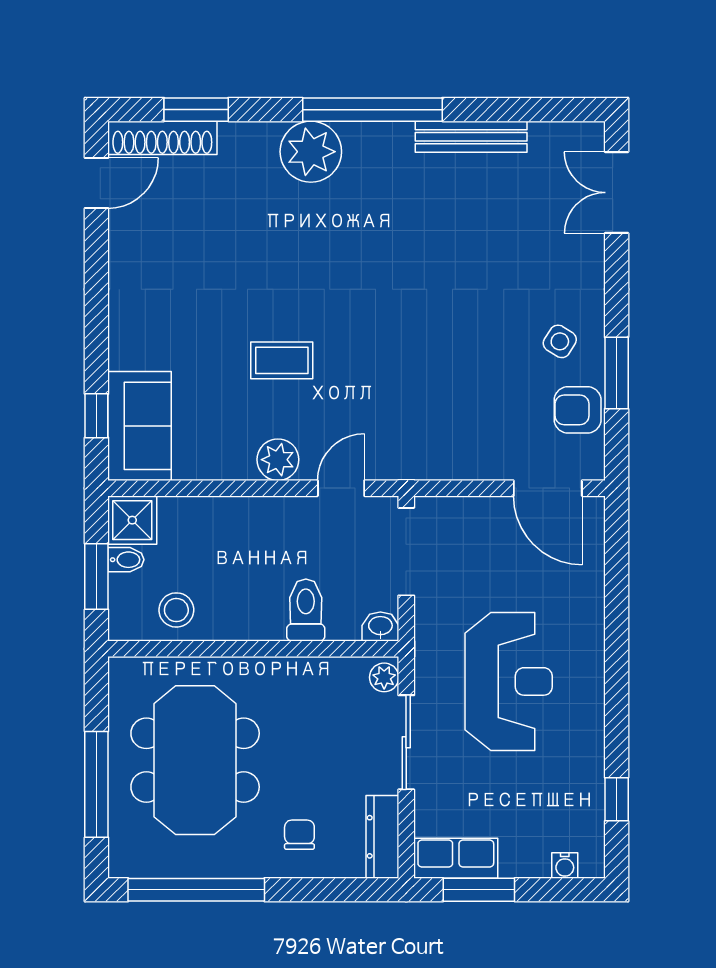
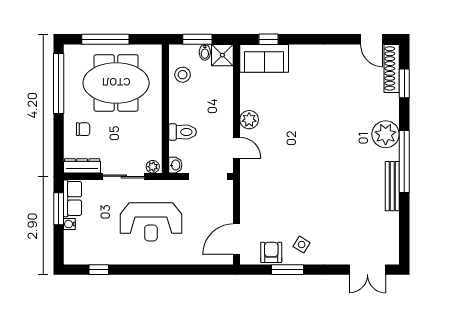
bench: (471, 137) -> (392, 186), moved
double door: (617, 193) -> (367, 270), swing flipped
coffee table: (282, 360) -> (293, 121), removed
water cooler: (565, 865) -> (69, 224), moved

